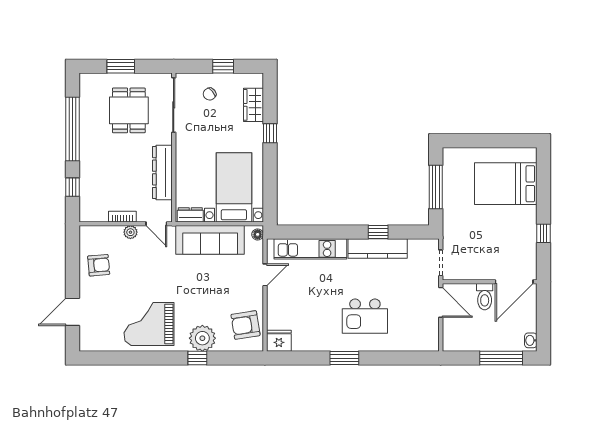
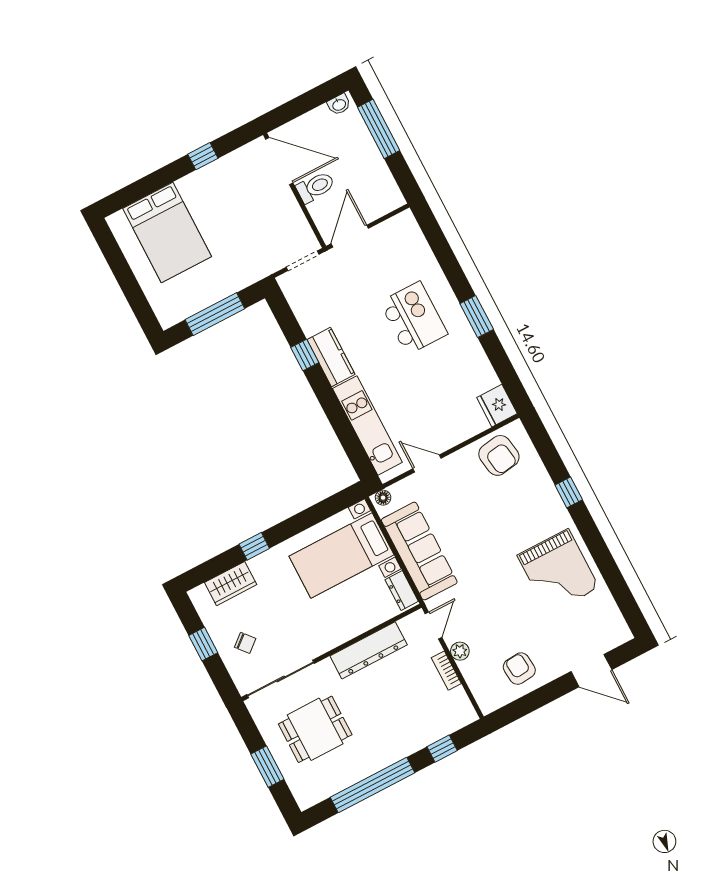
kitchen counter: (378, 249) -> (331, 357), width x0.67
plant: (202, 338) -> (542, 499), removed

